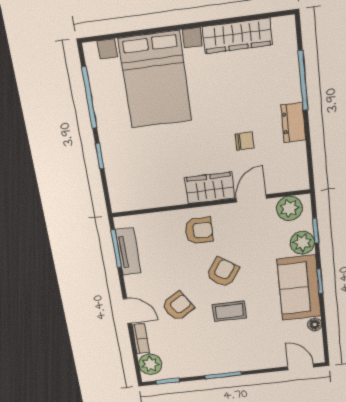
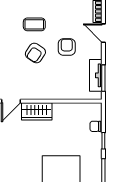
chair: (244, 141) -> (95, 126), moved
armchair: (199, 231) -> (47, 84), removed
armchair: (178, 306) -> (67, 47), moved, turned 122

